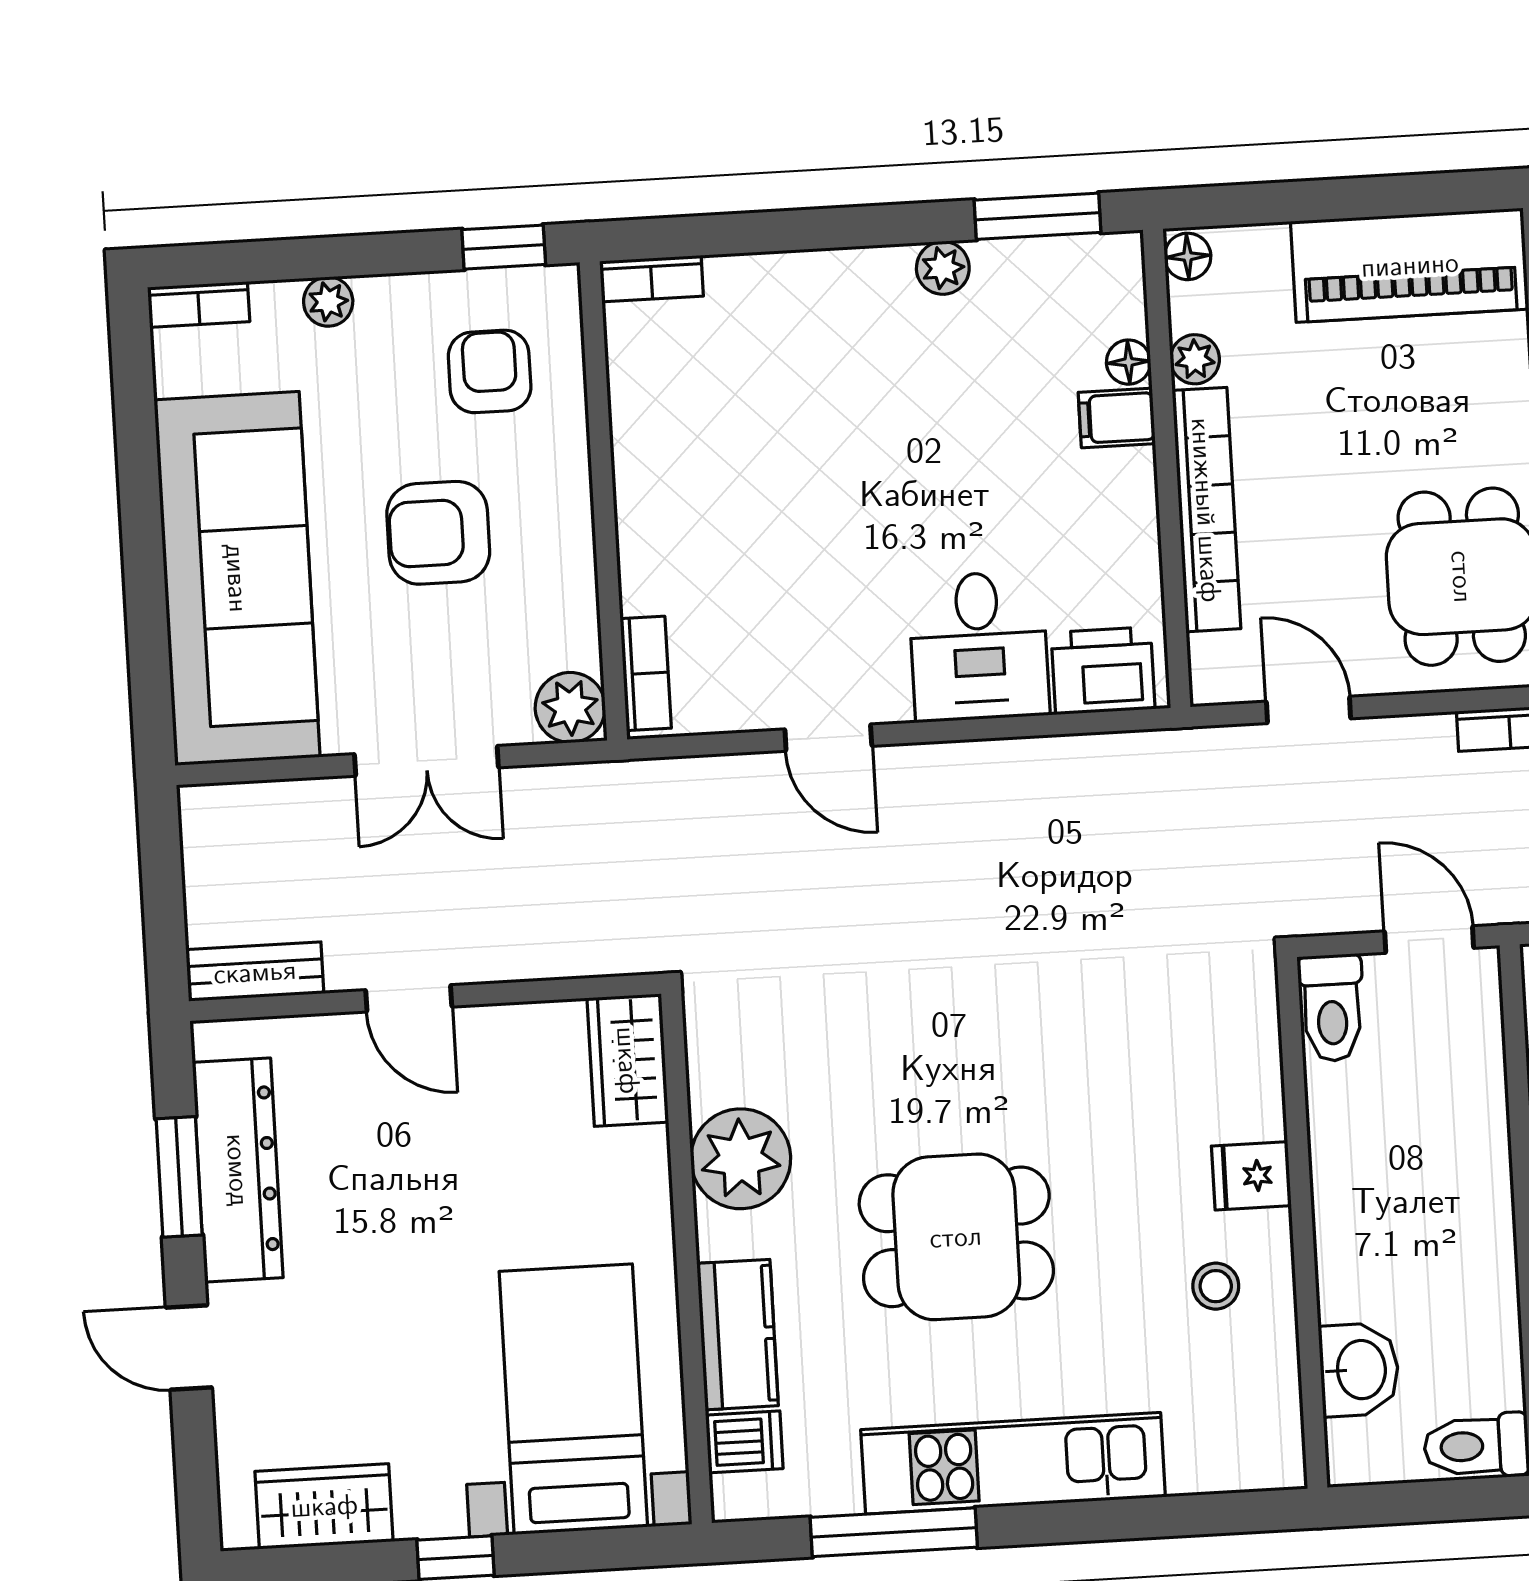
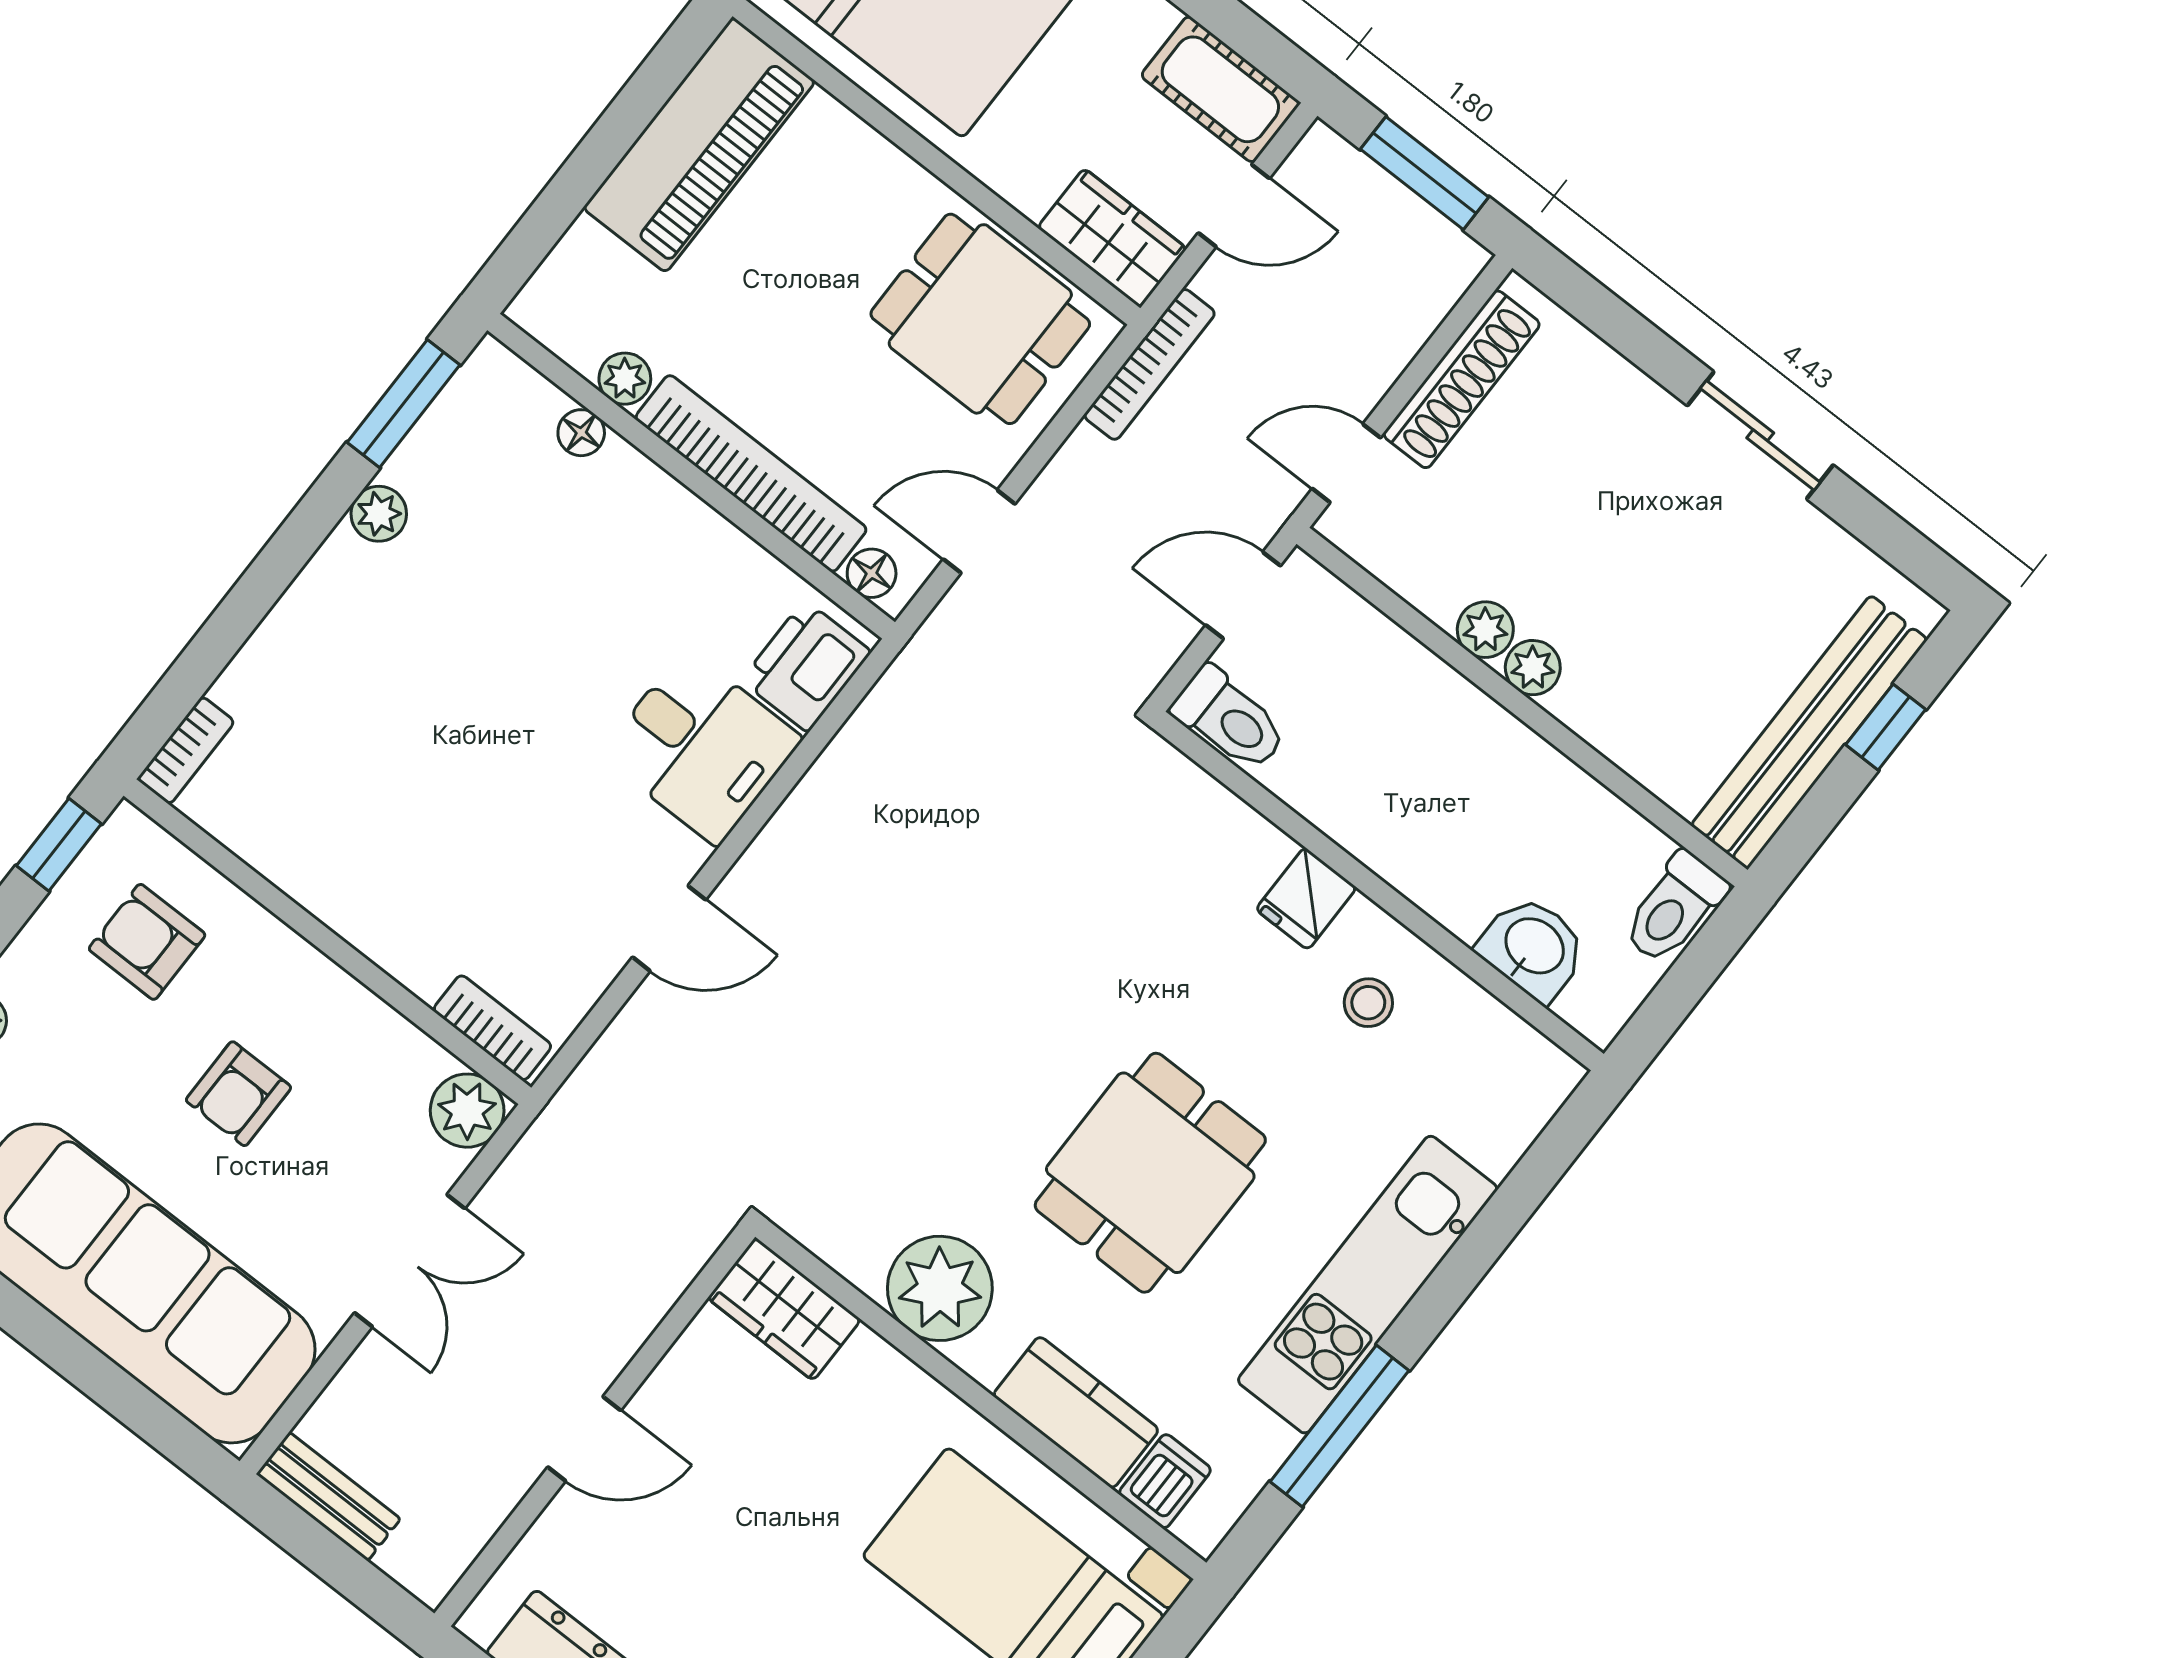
floor lamp: (1188, 256) -> (872, 573), moved
filing cabinet: (1117, 418) -> (617, 481), removed
armchair: (438, 533) -> (238, 1094), width x0.72, depth x0.72
bench: (255, 972) -> (328, 1497), moved, turned 90

